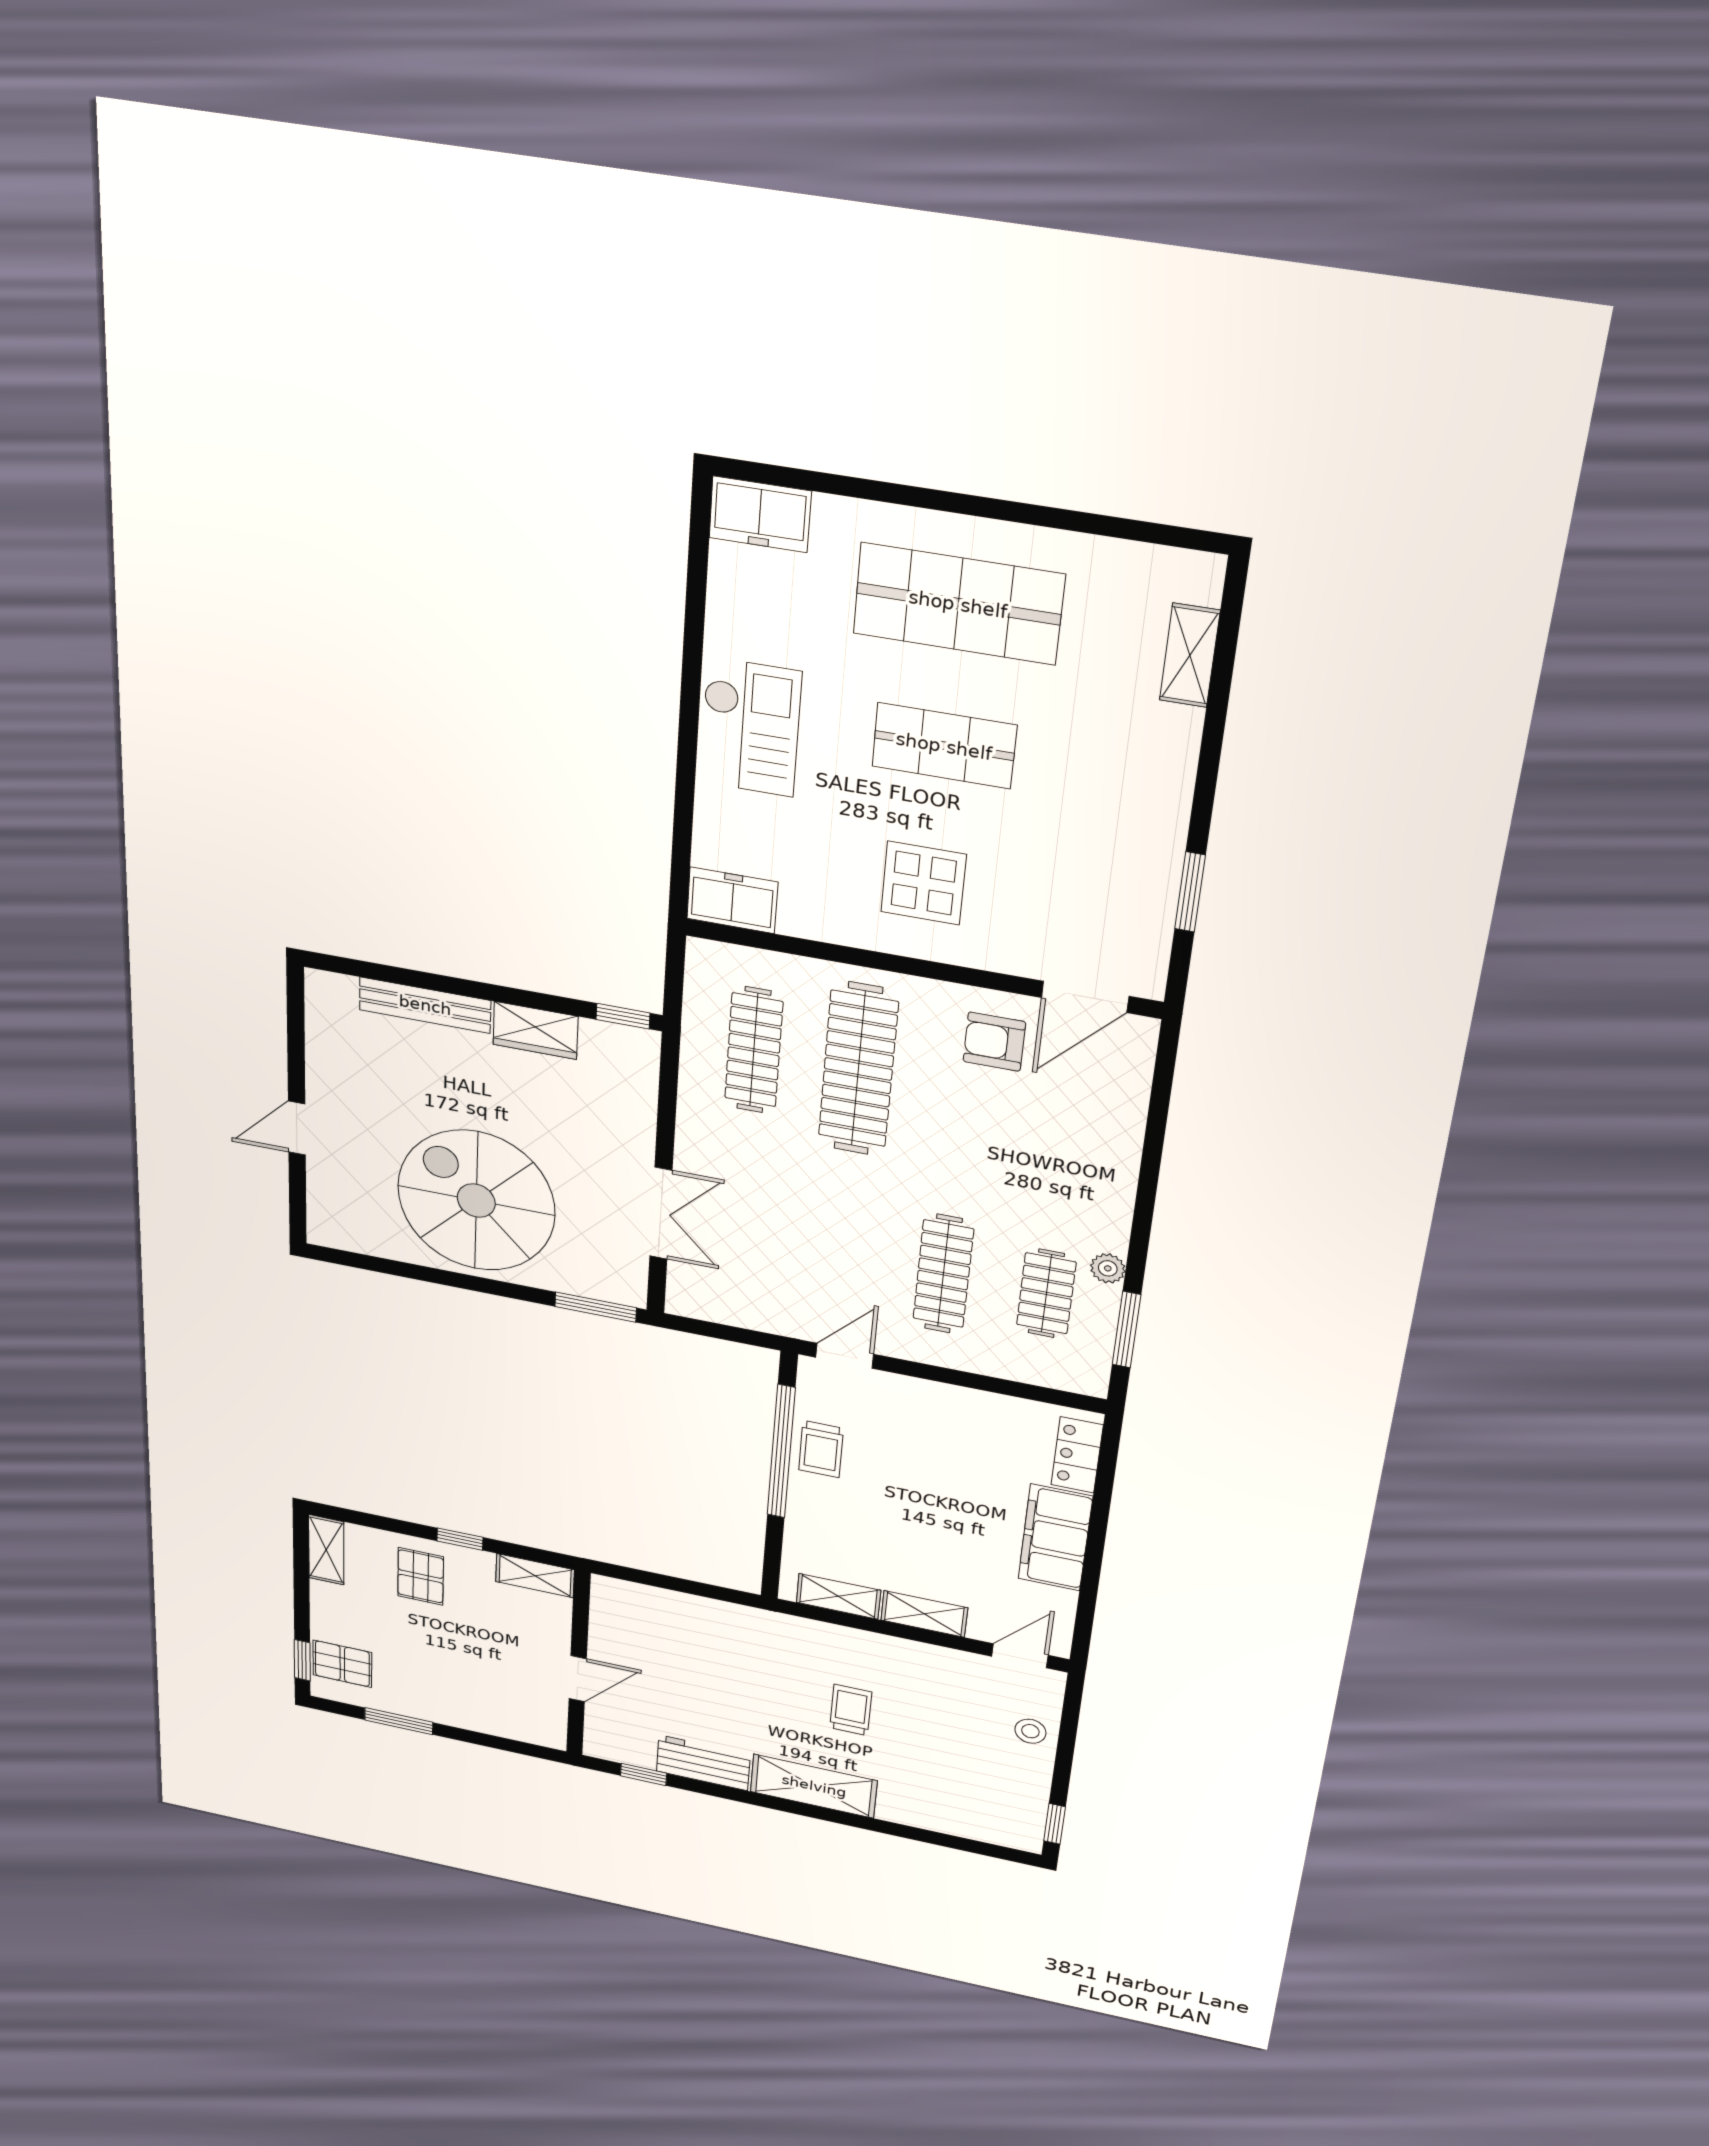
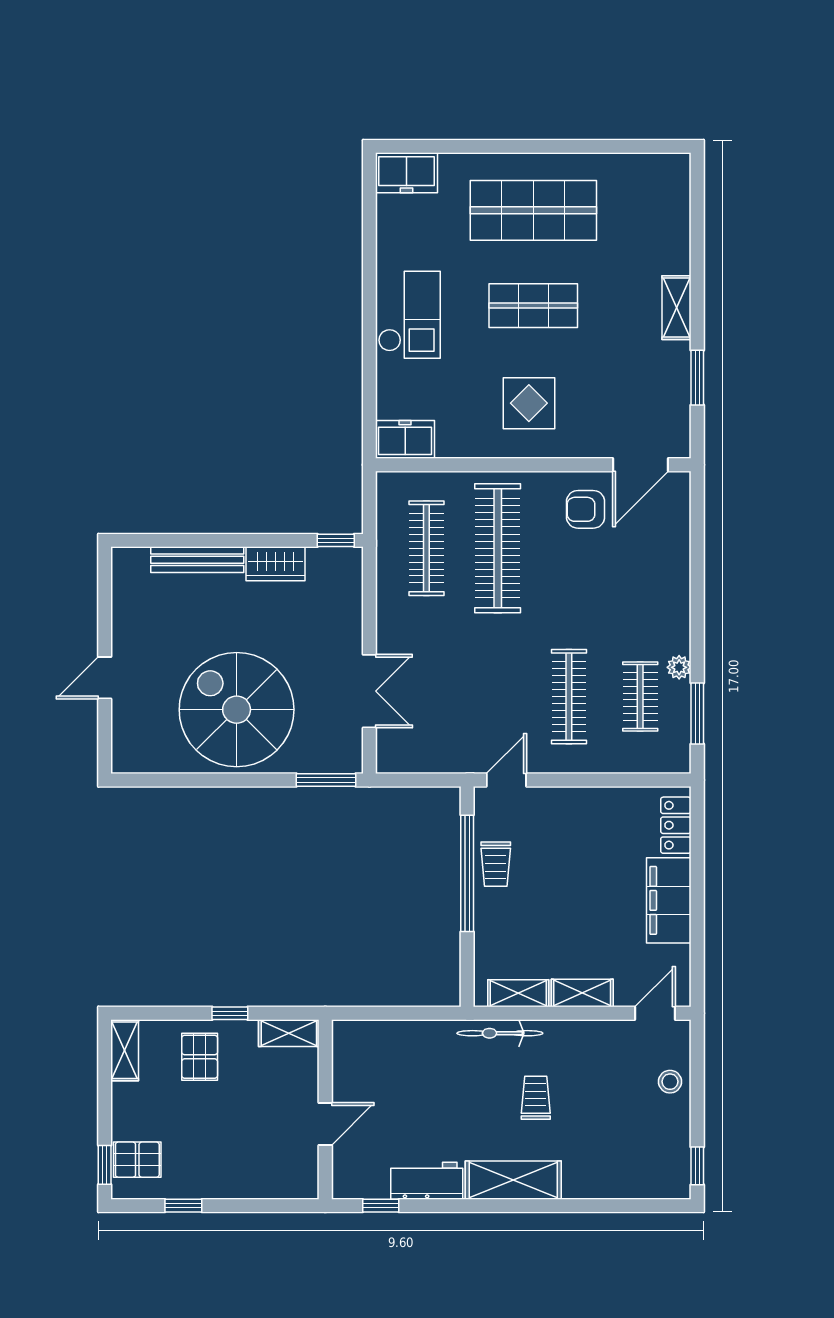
shelving: (1190, 655) -> (677, 308), moved
bicycle: (810, 1633) -> (500, 1033), added
window: (399, 1721) -> (183, 1206), width x0.67

